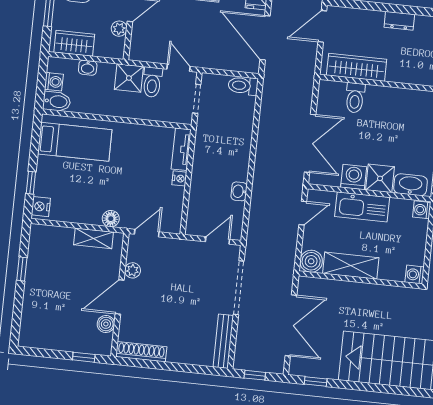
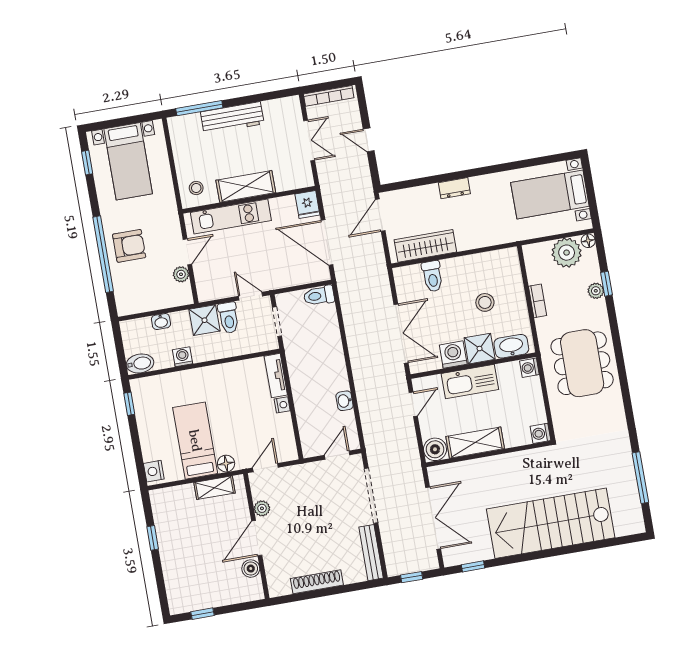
wardrobe: (74, 43) -> (141, 301), removed
washing machine: (54, 82) -> (183, 357), moved, turned -90
stool: (397, 136) -> (485, 302), added
bed: (75, 142) -> (195, 441), moved, turned -90
window: (31, 183) -> (129, 404), moved
shoe rack: (141, 352) -> (317, 582), moved
window: (84, 357) -> (202, 614), moved

